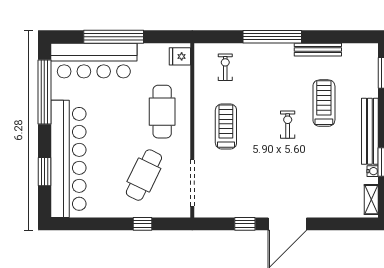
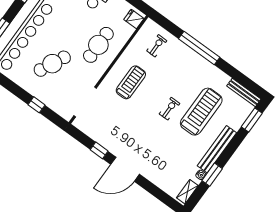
bench: (318, 50) -> (244, 93), moved
treadmill: (324, 103) -> (201, 112), width x1.37, depth x1.38
cafe table: (144, 175) -> (52, 64), moved

